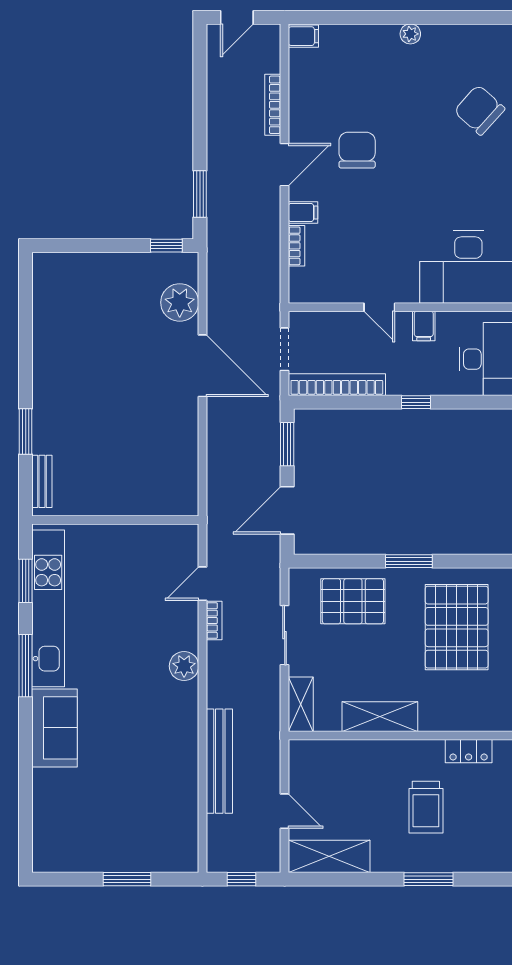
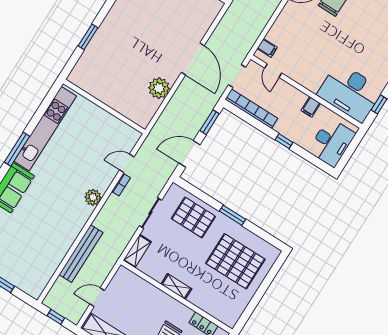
filing cabinet: (303, 213) -> (267, 48), moved
bookcase: (297, 246) -> (274, 30), removed
plant: (180, 302) -> (159, 88), moved
door: (379, 307) -> (273, 71), moved
bench: (42, 481) -> (81, 66), removed
window: (26, 581) -> (43, 108), removed
pallet: (457, 627) -> (235, 261), turned 90
shelving: (380, 717) -> (176, 286), width x0.67, depth x0.75
door: (285, 811) -> (97, 297), swing flipped

